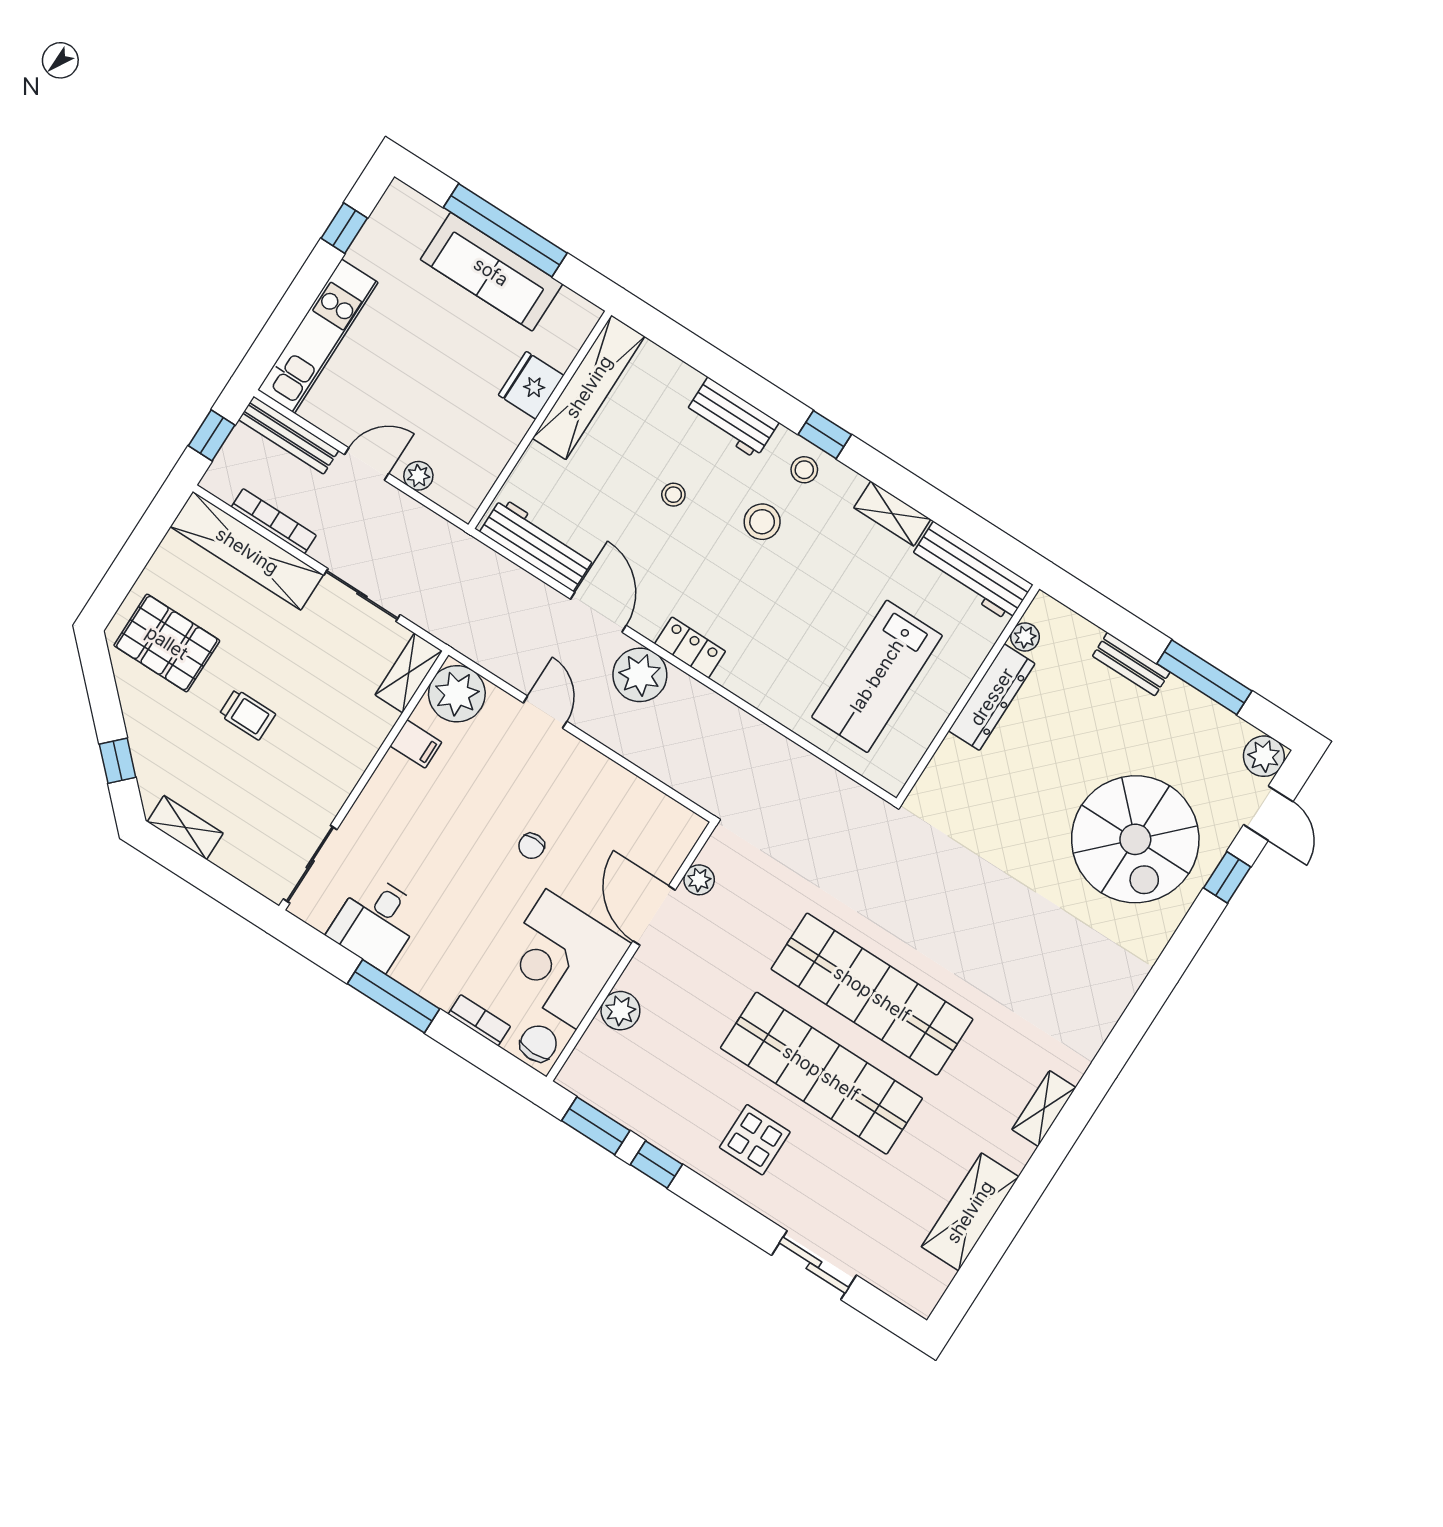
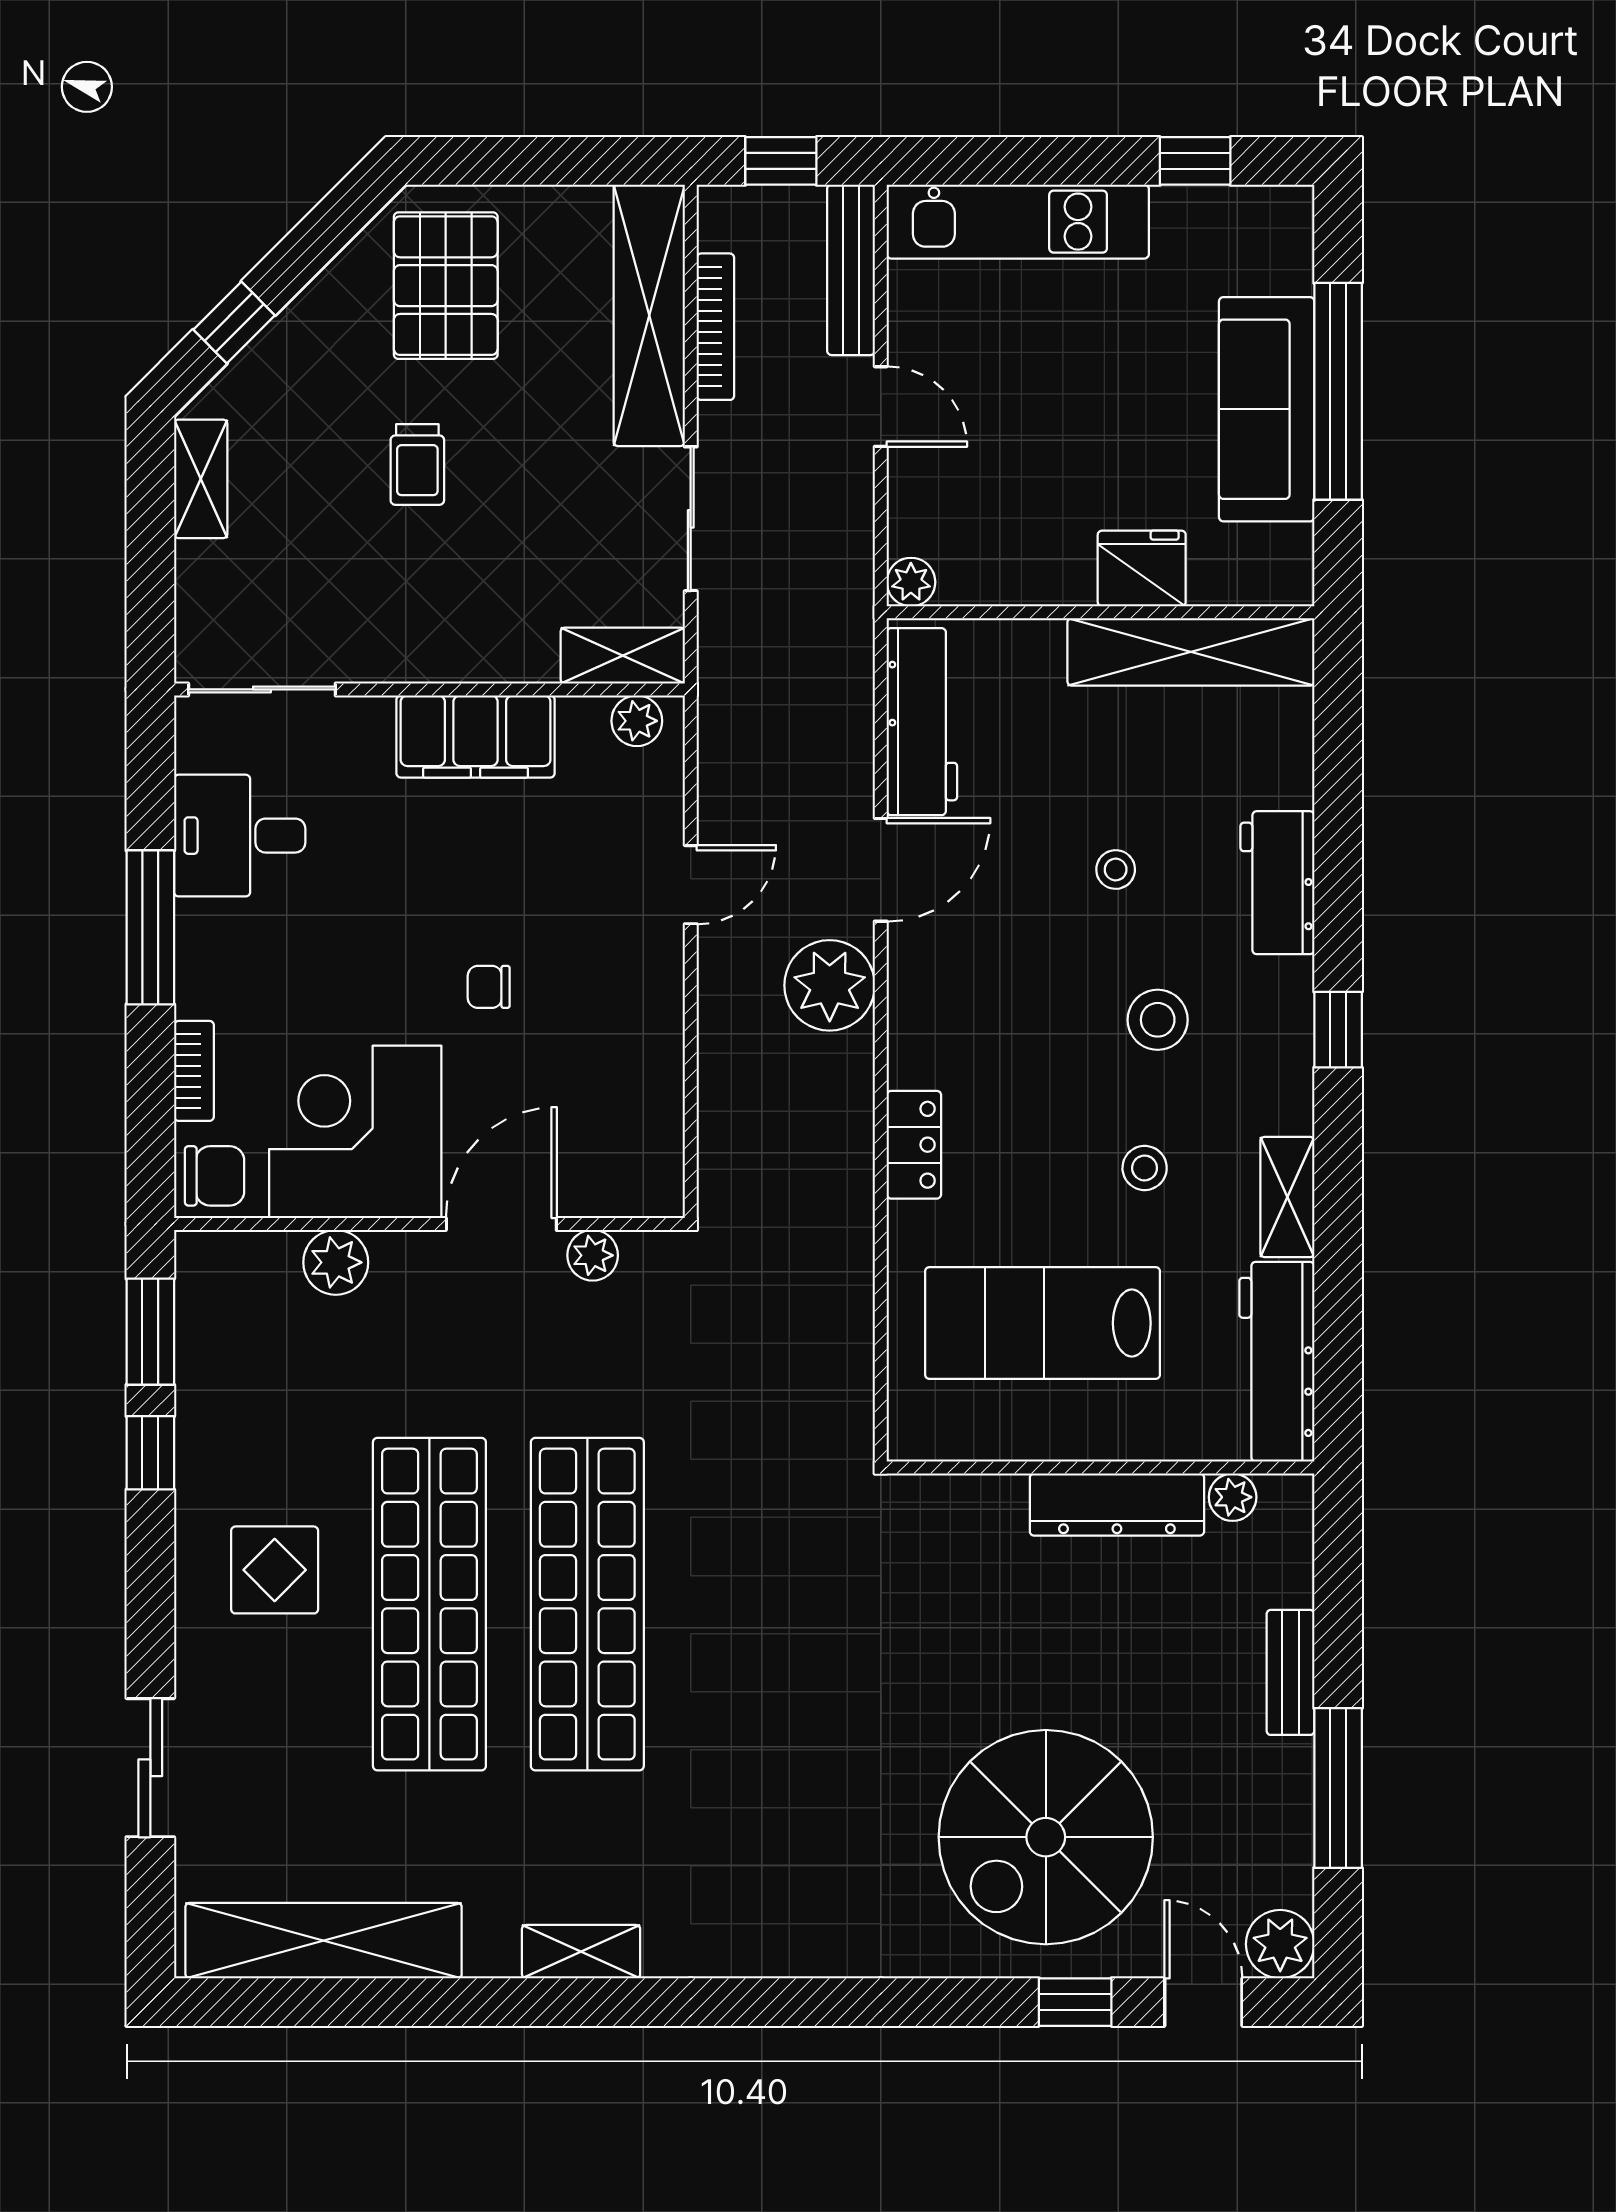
stool: (804, 470) -> (1145, 1168), moved
plant: (418, 476) -> (911, 582), moved
locker: (690, 647) -> (914, 1145), moved
plant: (457, 694) -> (637, 721), width x0.53, depth x0.53
filing cabinet: (416, 744) -> (476, 736), width x3.00, depth x1.17
door: (1268, 813) -> (1203, 2002), swing flipped
shelving: (970, 1212) -> (324, 1941), width x1.47

